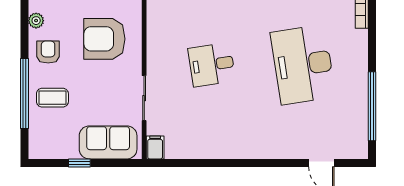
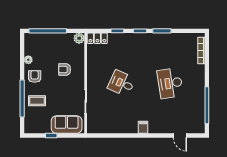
armchair: (104, 39) -> (65, 70), width x0.53, depth x0.53
desk: (212, 65) -> (122, 83), turned 33
desk: (303, 65) -> (170, 83), width x0.73, depth x0.77
filing cabinet: (155, 148) -> (143, 127), moved

